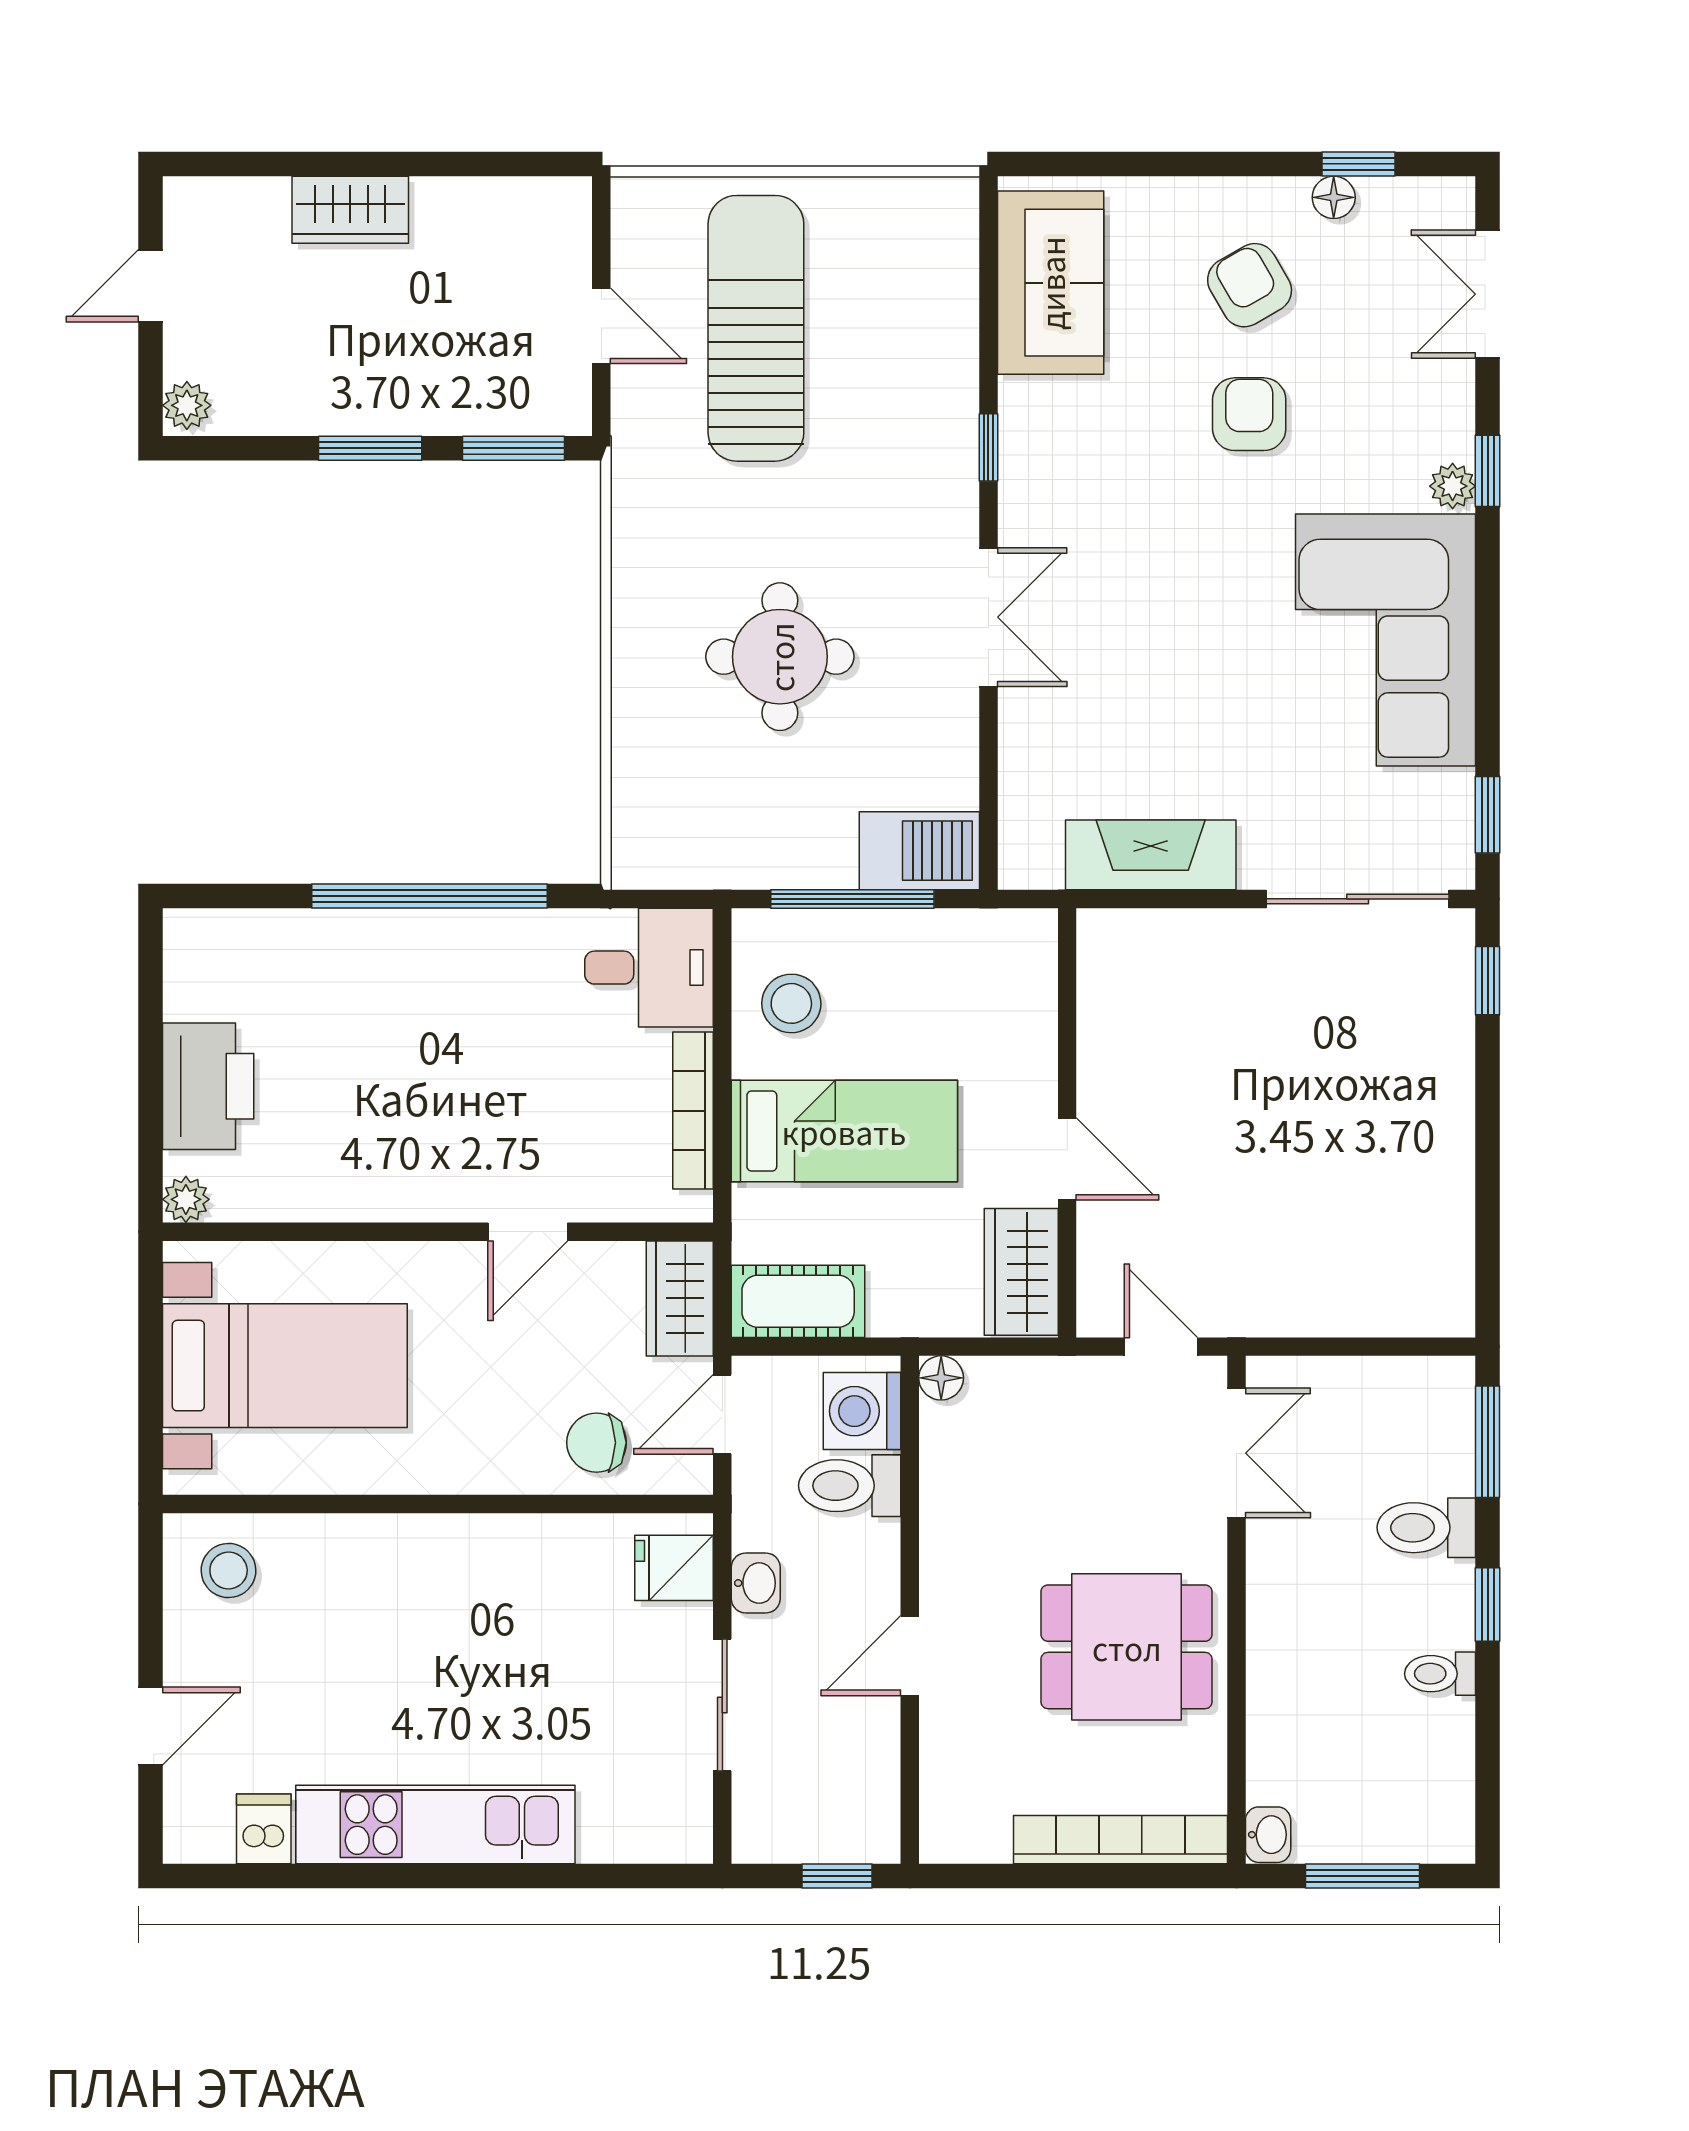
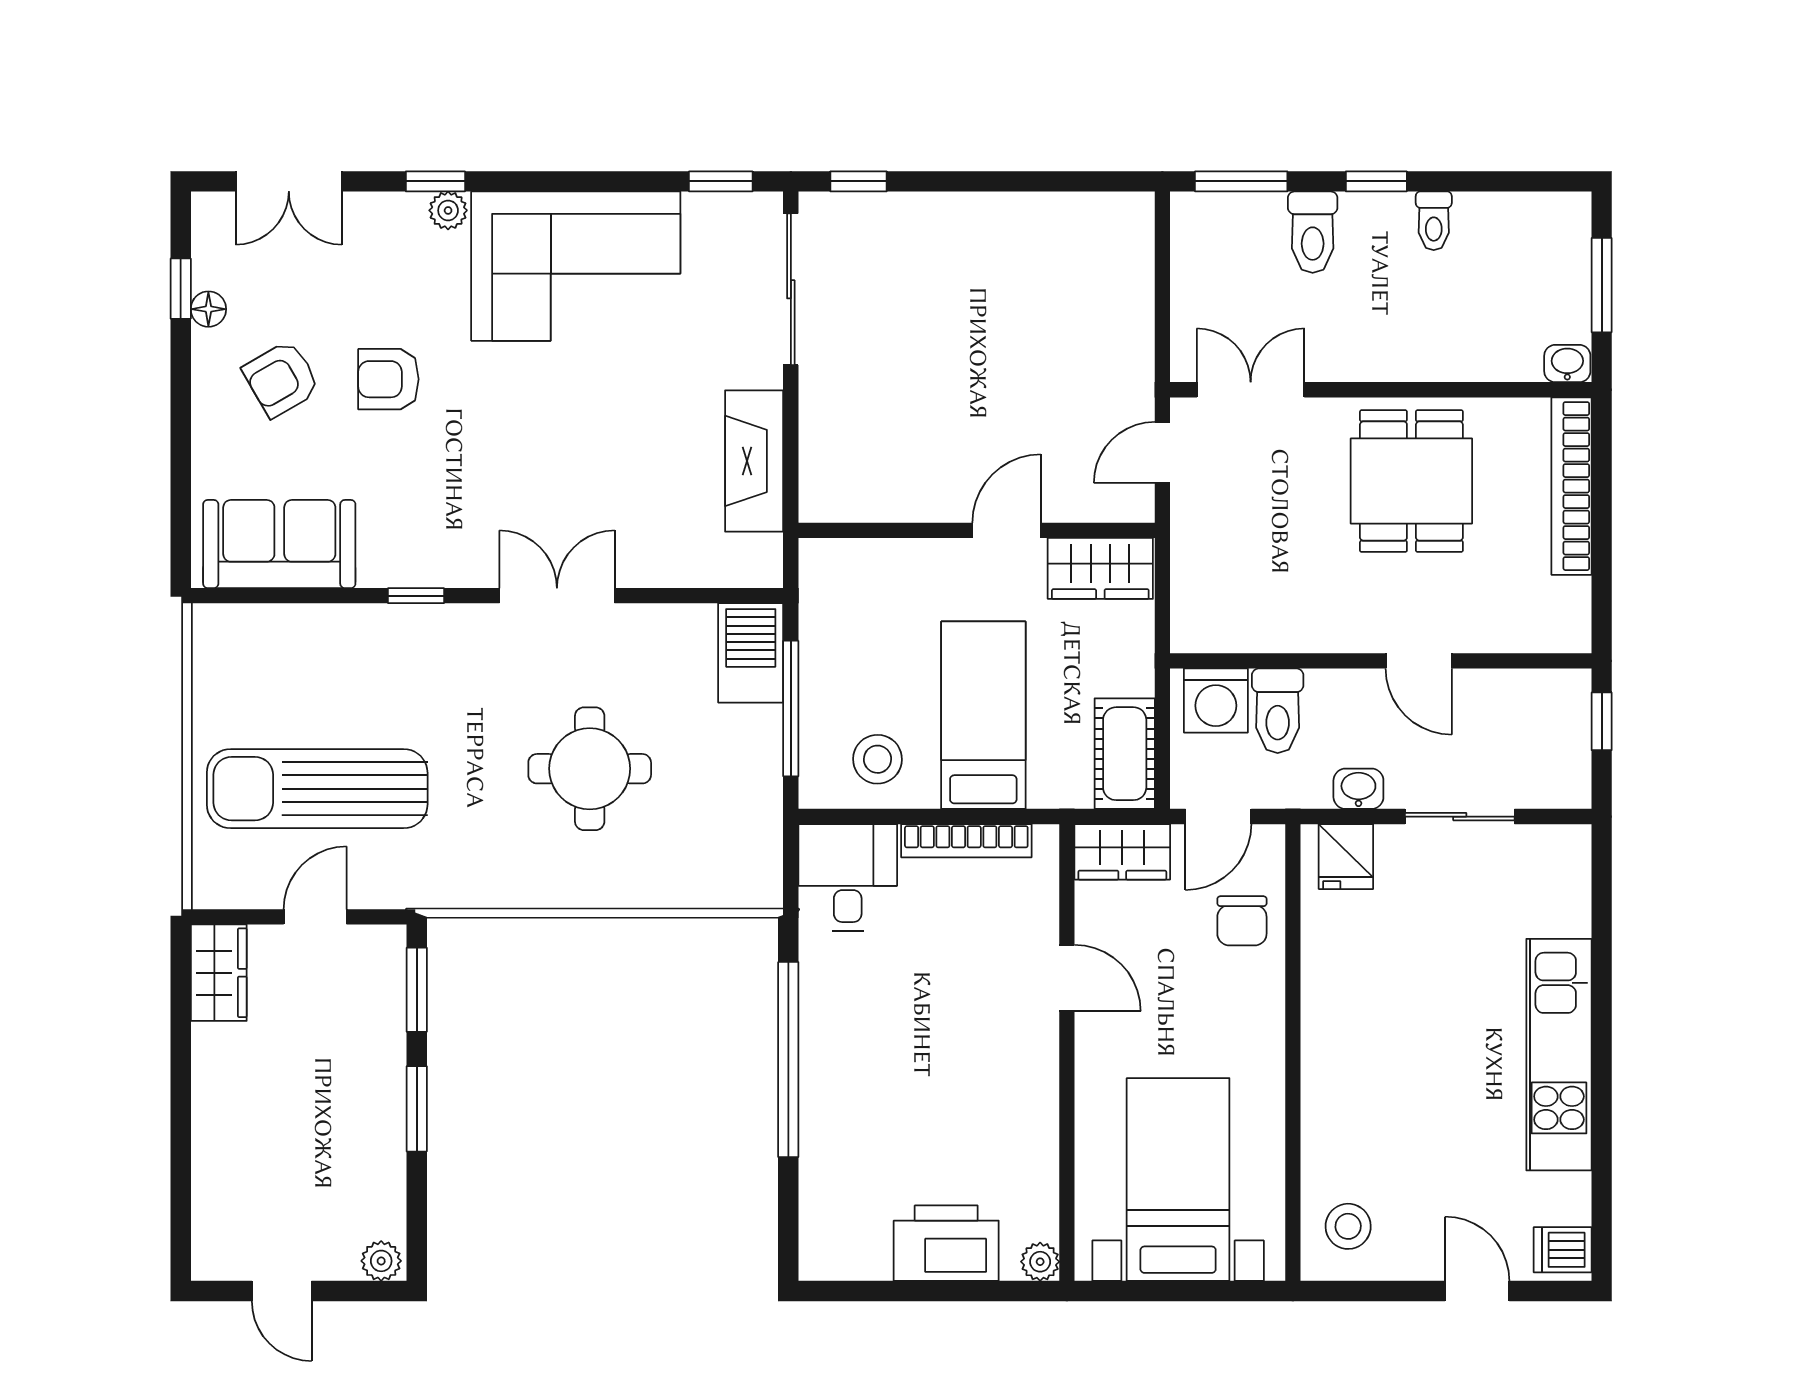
wardrobe: (350, 210) -> (219, 973), moved
floor lamp: (941, 1378) -> (1188, 635), removed
door: (722, 1414) -> (1218, 817), hinge flipped
dishwasher: (264, 1829) -> (1563, 1250), moved

